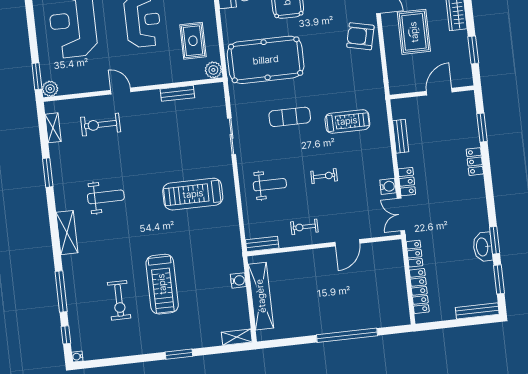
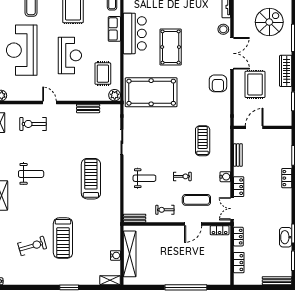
armchair: (360, 36) -> (218, 83), turned -103
door: (439, 92) -> (254, 127), moved
exercise mat: (290, 117) -> (196, 200), moved
treadmill: (347, 121) -> (203, 141), turned -90
water cooler: (388, 186) -> (225, 177), moved
treadmill: (193, 194) -> (91, 179), turned 90
locker: (386, 247) -> (220, 230), added
water cooler: (238, 280) -> (115, 255), moved
locker: (419, 291) -> (239, 263), width x0.66
exercise bike: (119, 300) -> (32, 246), turned -106

